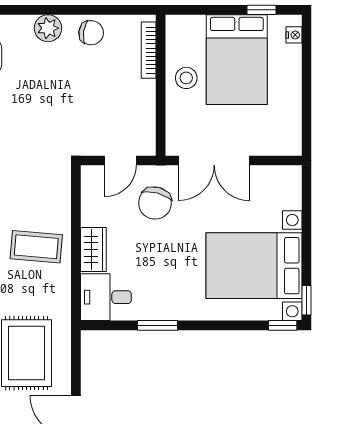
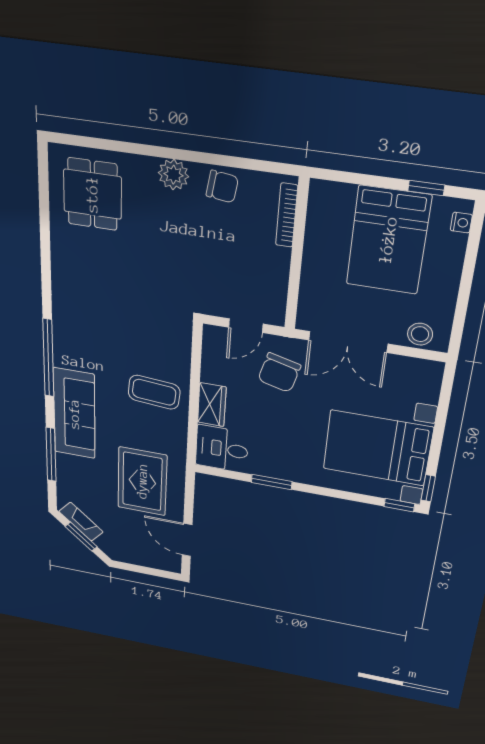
stool: (186, 78) -> (420, 334), moved

